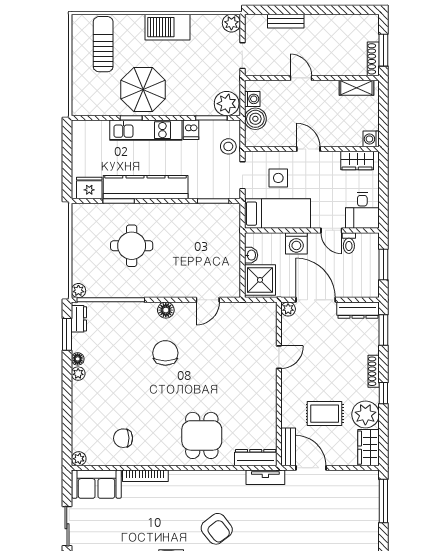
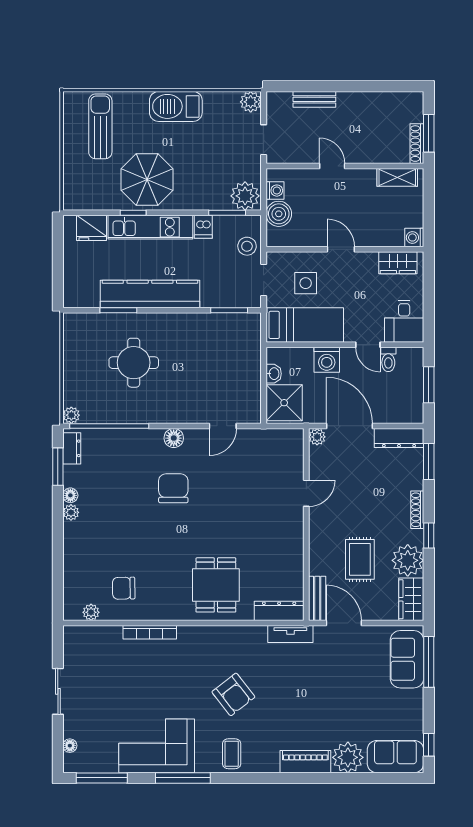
fridge: (89, 188) -> (92, 228), moved, turned 180
rug: (325, 414) -> (360, 559), turned 90
plant: (79, 459) -> (91, 612), moved
sofa: (97, 484) -> (407, 659), moved, turned 90

